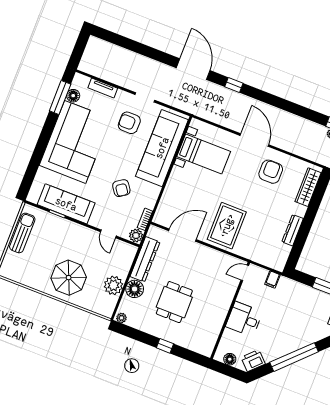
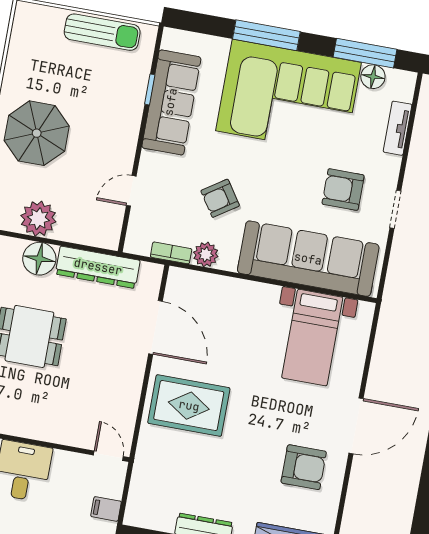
armchair: (129, 123) -> (343, 190), turned -90
window: (41, 147) -> (266, 35), added
plant: (136, 235) -> (206, 254), moved

